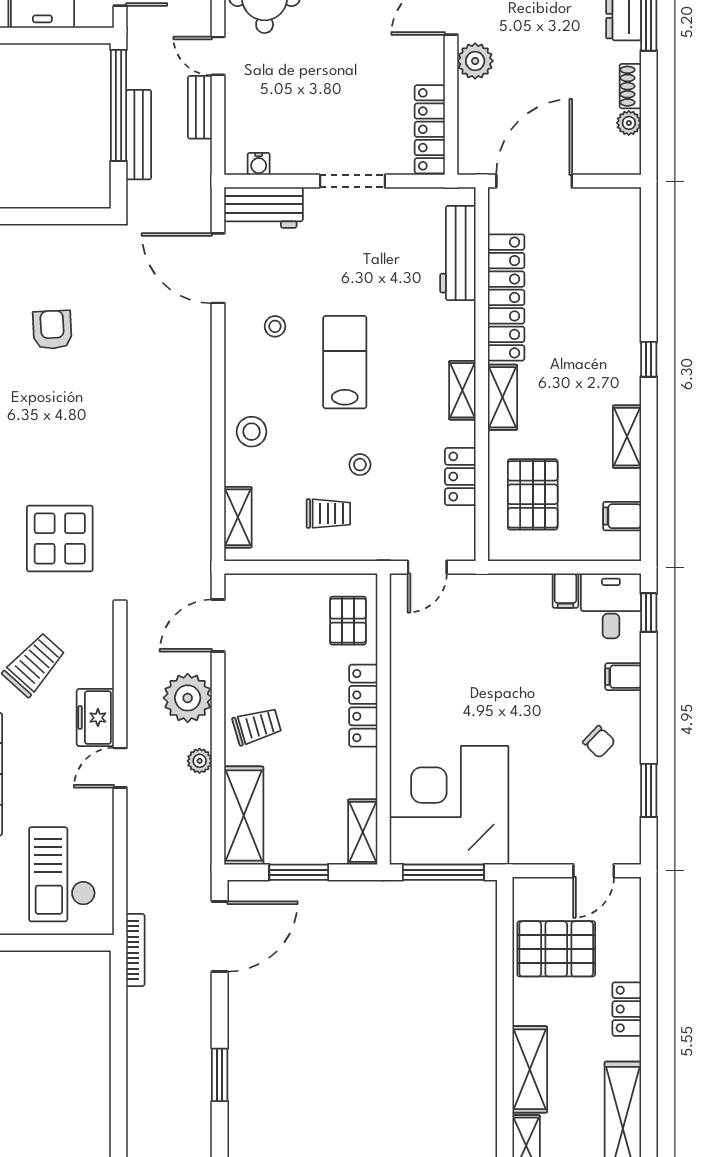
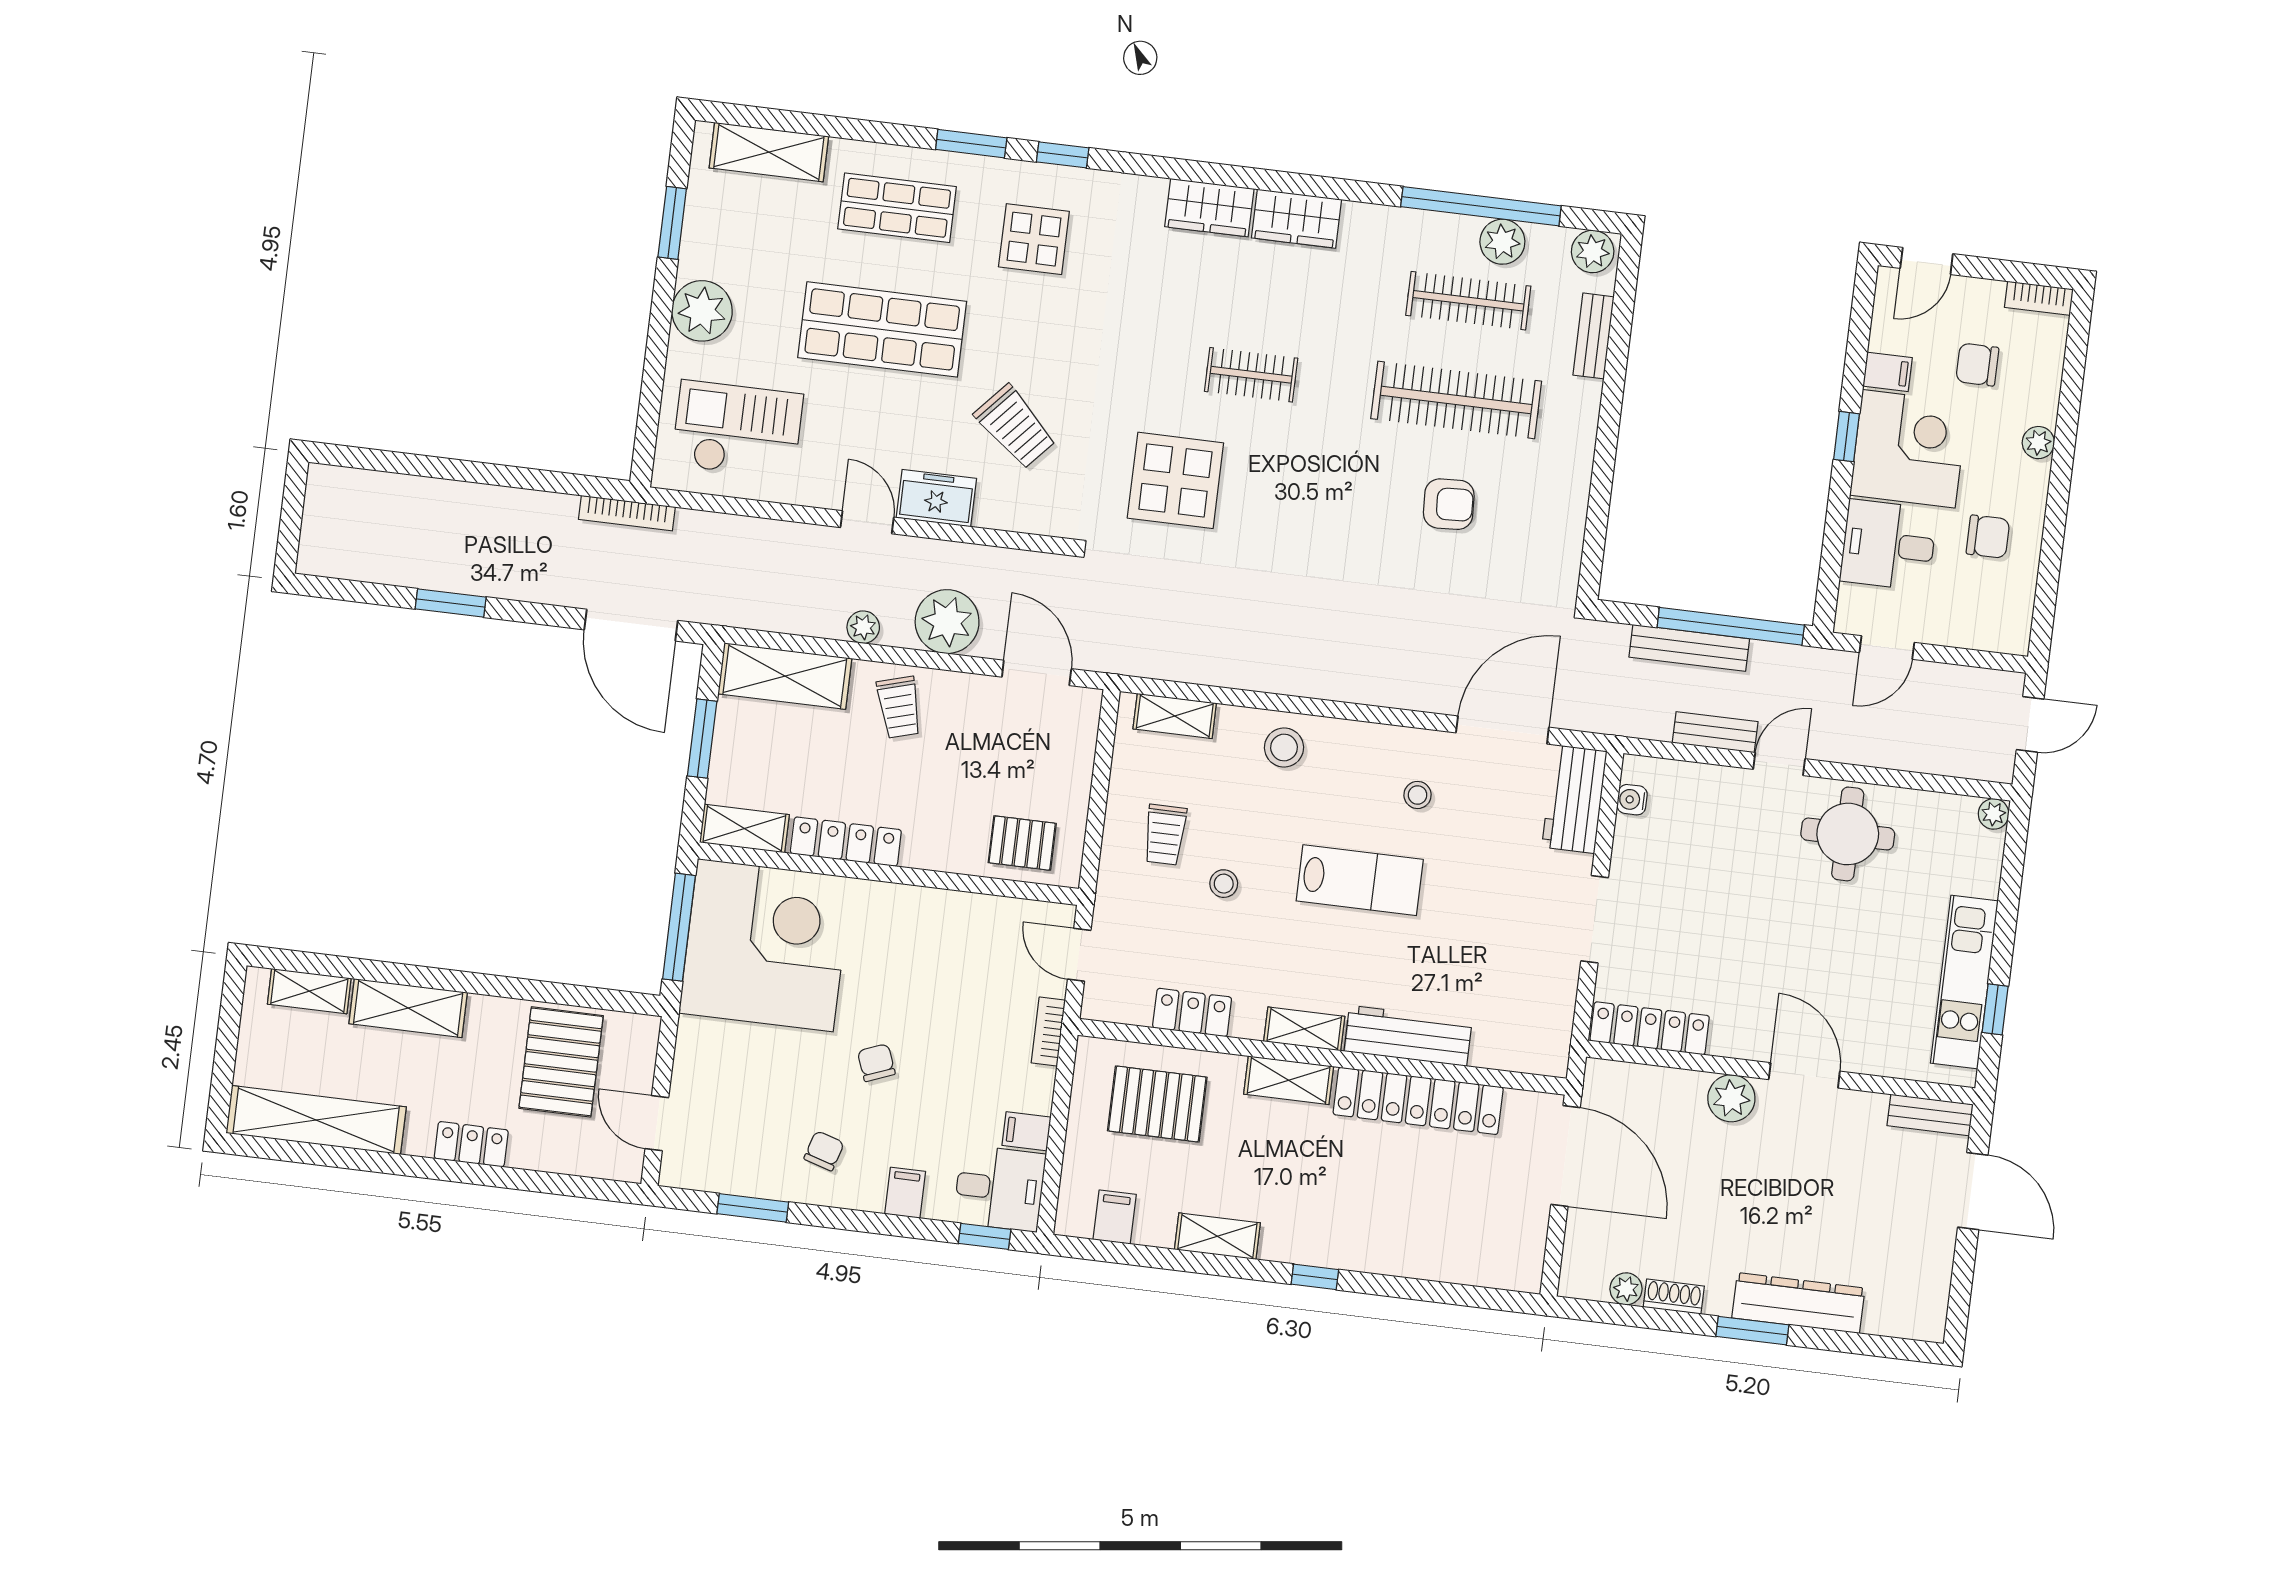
workbench: (458, 253) -> (1408, 1036), moved
bookcase: (488, 583) -> (1048, 1032), added
locker: (363, 706) -> (846, 842), moved
chair: (528, 710) -> (876, 1063), added
chair: (599, 742) -> (824, 1151), turned 153

